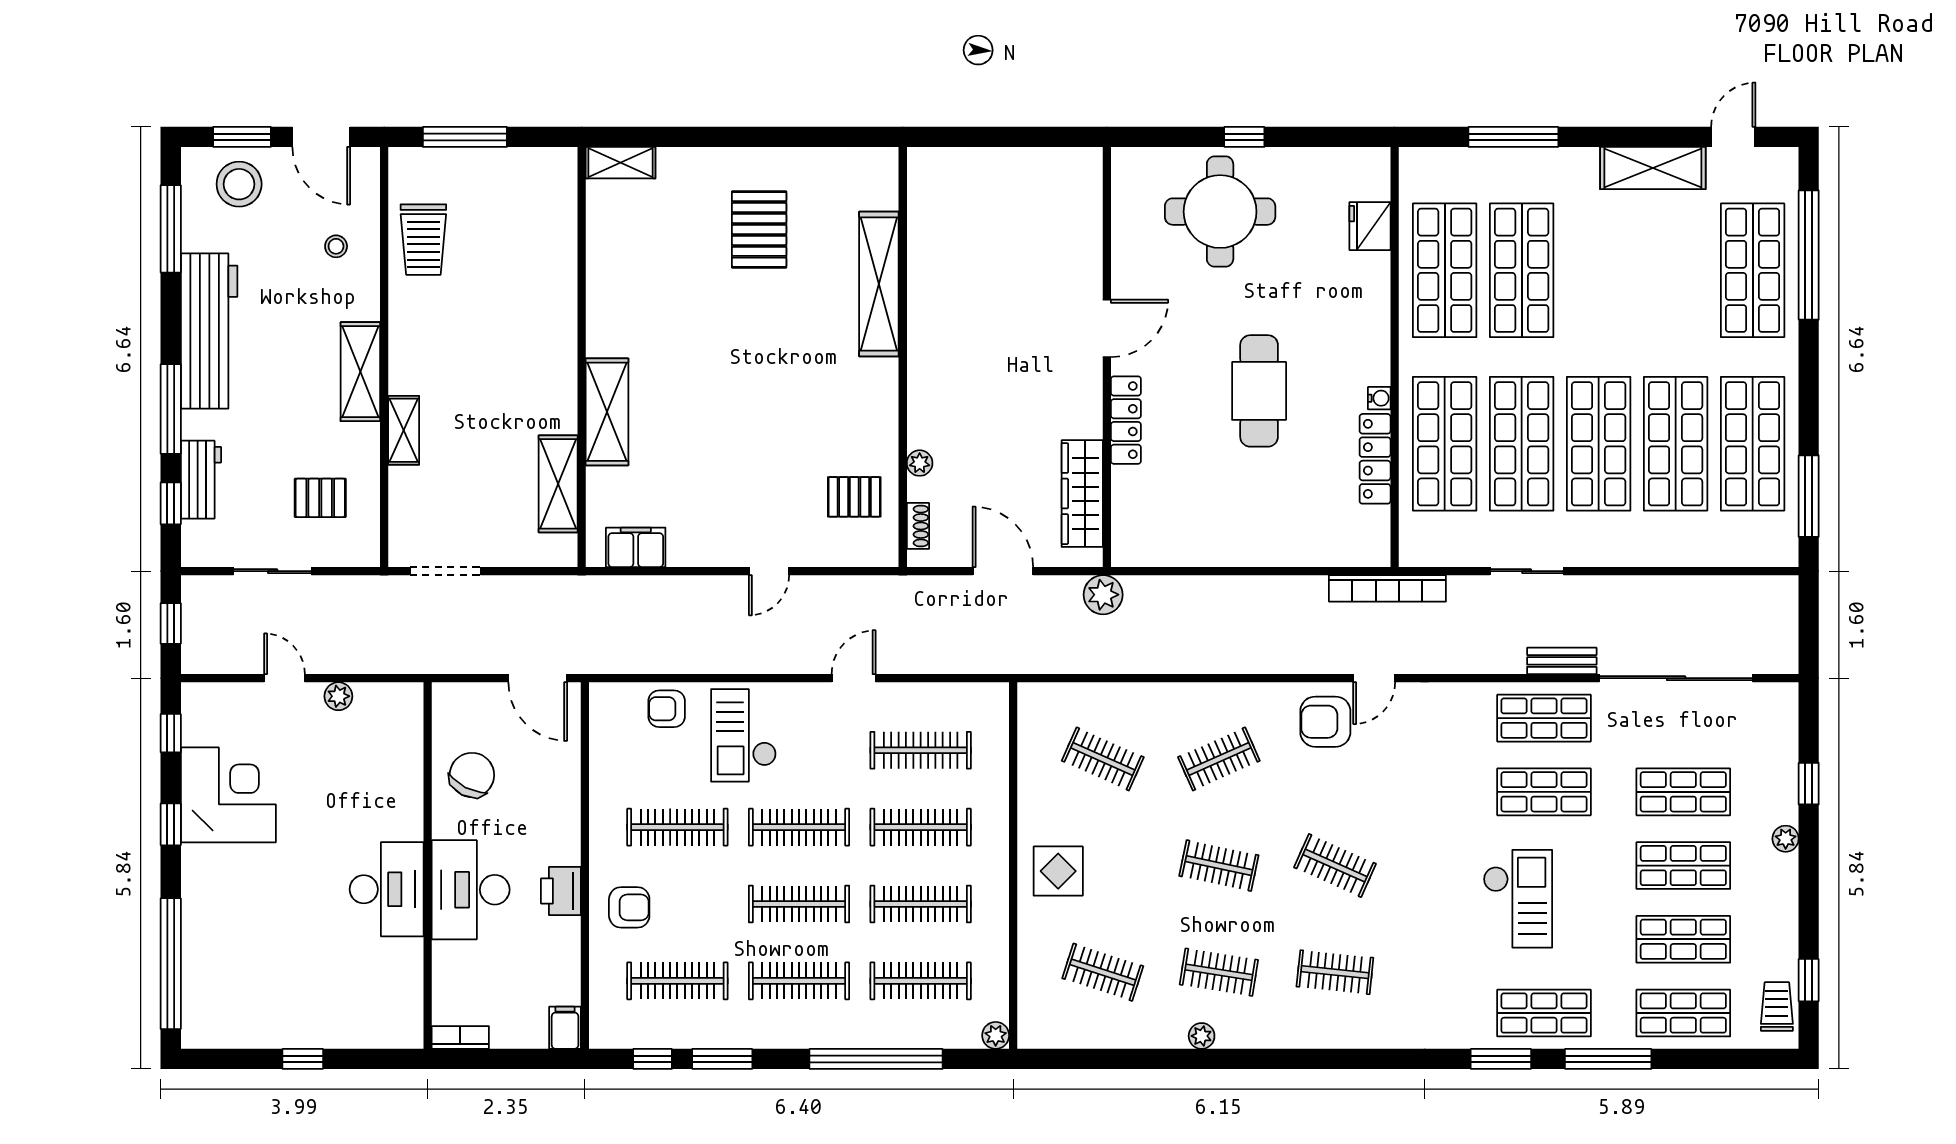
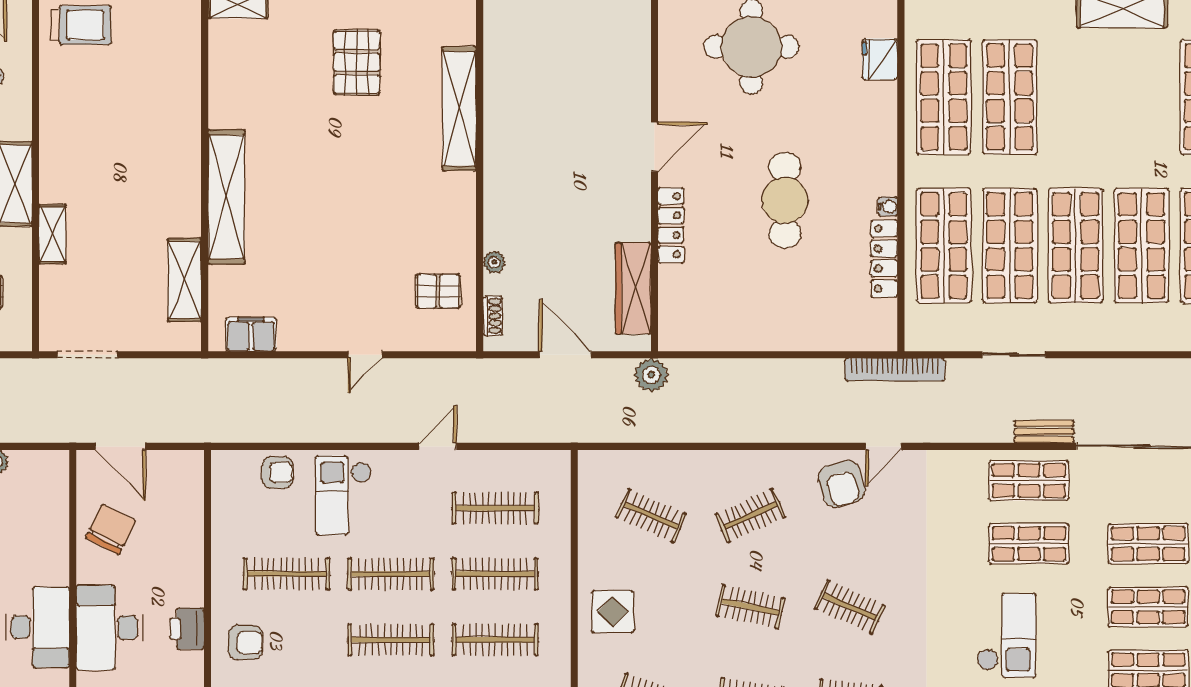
trolley: (423, 240) -> (81, 25), moved, turned -90
shelving: (607, 412) -> (226, 197), width x1.47
door: (538, 678) -> (120, 446), moved
armchair: (667, 709) -> (277, 473), turned 180
armchair: (1325, 722) -> (842, 484), turned -106

